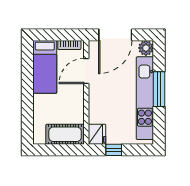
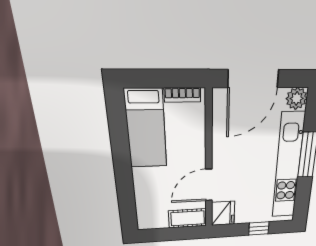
door: (86, 71) -> (209, 185), moved
cot: (65, 134) -> (188, 218), width x0.73, depth x0.75
window: (114, 150) -> (259, 228), moved

